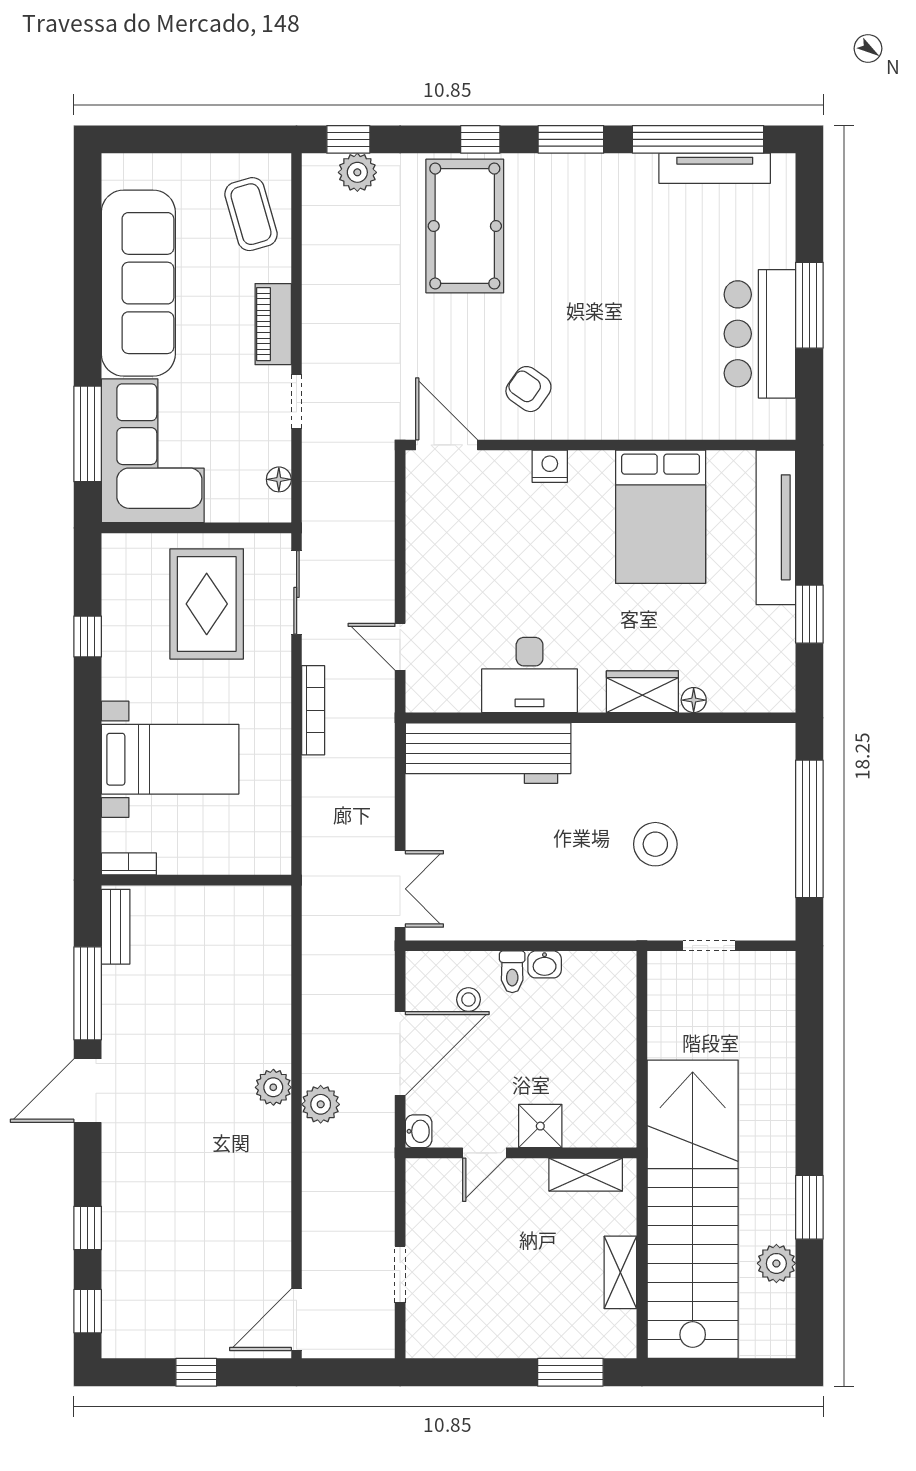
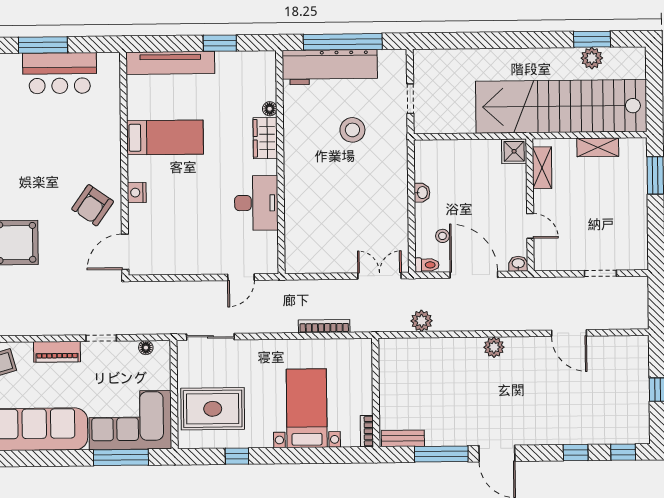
armchair: (528, 389) -> (93, 205), width x1.38, depth x1.38
bed: (661, 517) -> (165, 137), width x0.67
rug: (207, 604) -> (213, 409), moved
bookcase: (313, 710) -> (324, 326), moved
workbench: (488, 753) -> (330, 67), moved, turned 90
toilet: (512, 972) -> (427, 265), moved
plant: (321, 1104) -> (422, 321), moved
shower: (540, 1126) -> (514, 151), moved
window: (809, 1207) -> (592, 39), moved
door: (297, 1320) -> (569, 333), moved

